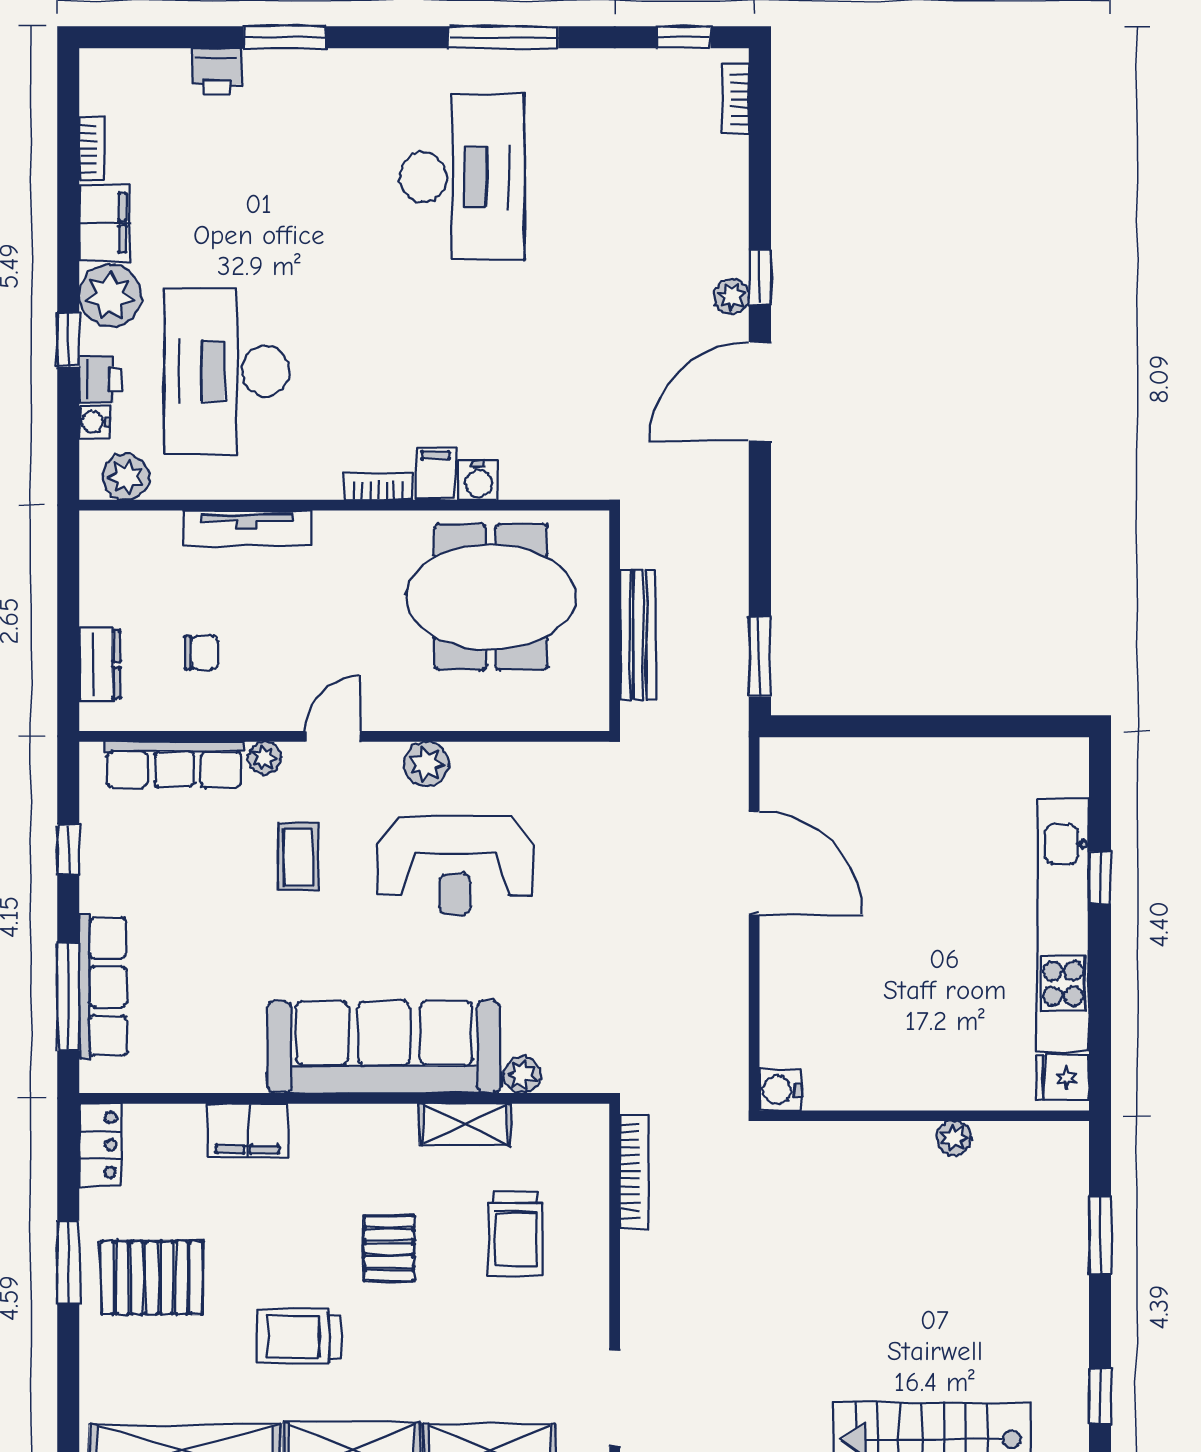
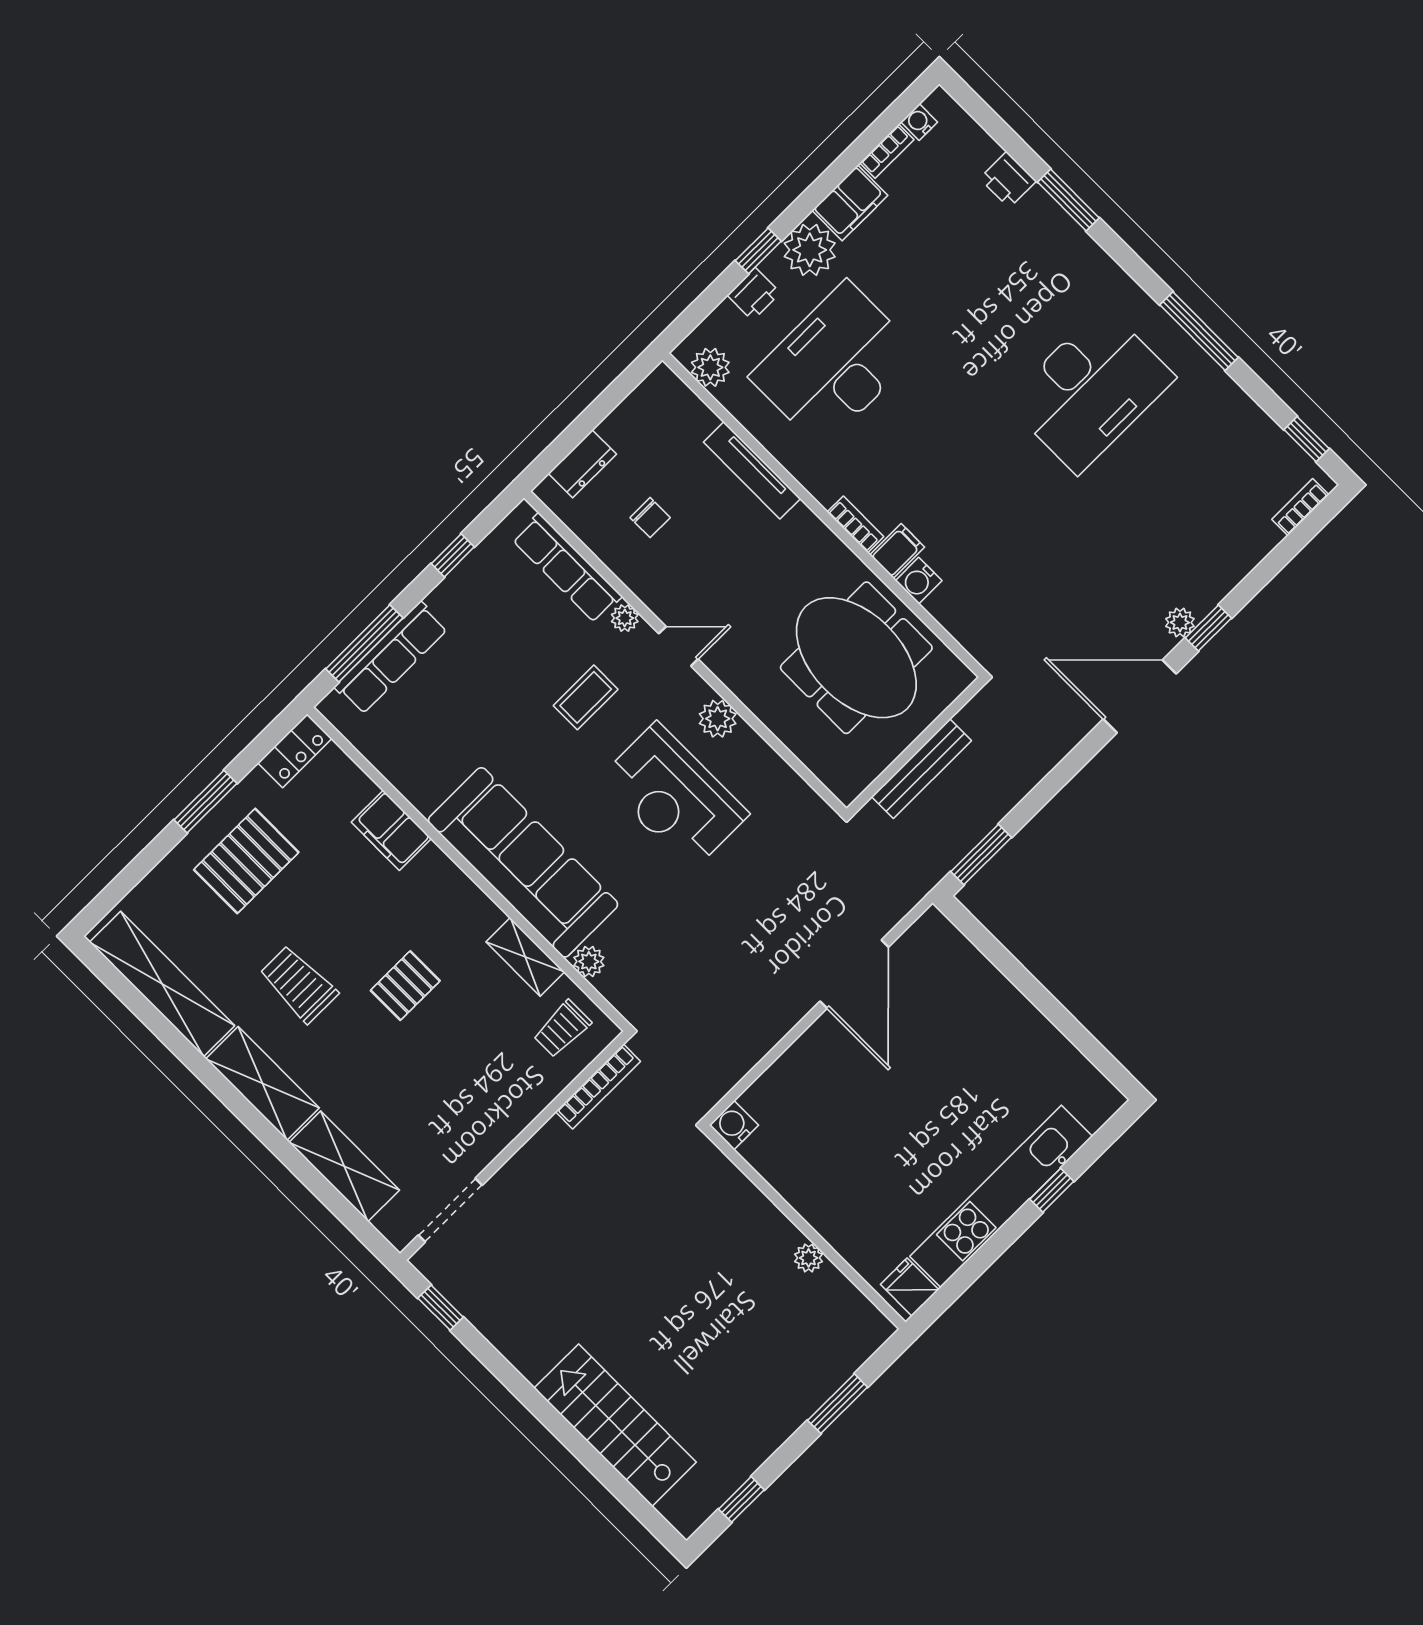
water cooler: (95, 422) -> (919, 122), moved
trolley: (516, 1233) -> (562, 1029), moved, width x0.73, depth x0.72
pallet: (152, 1278) -> (246, 861), turned 90

